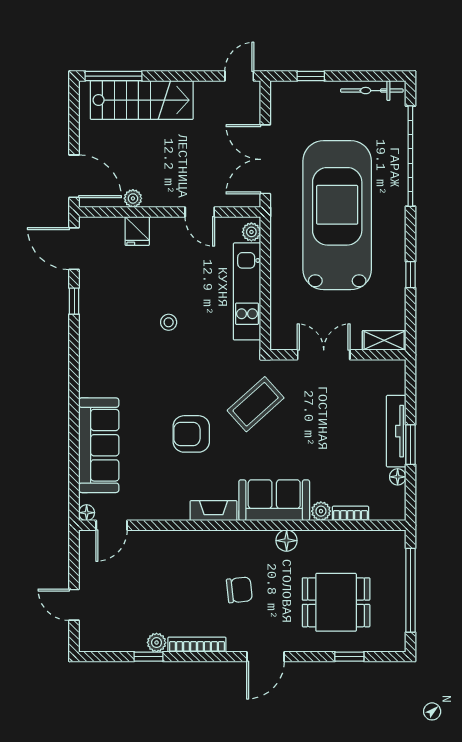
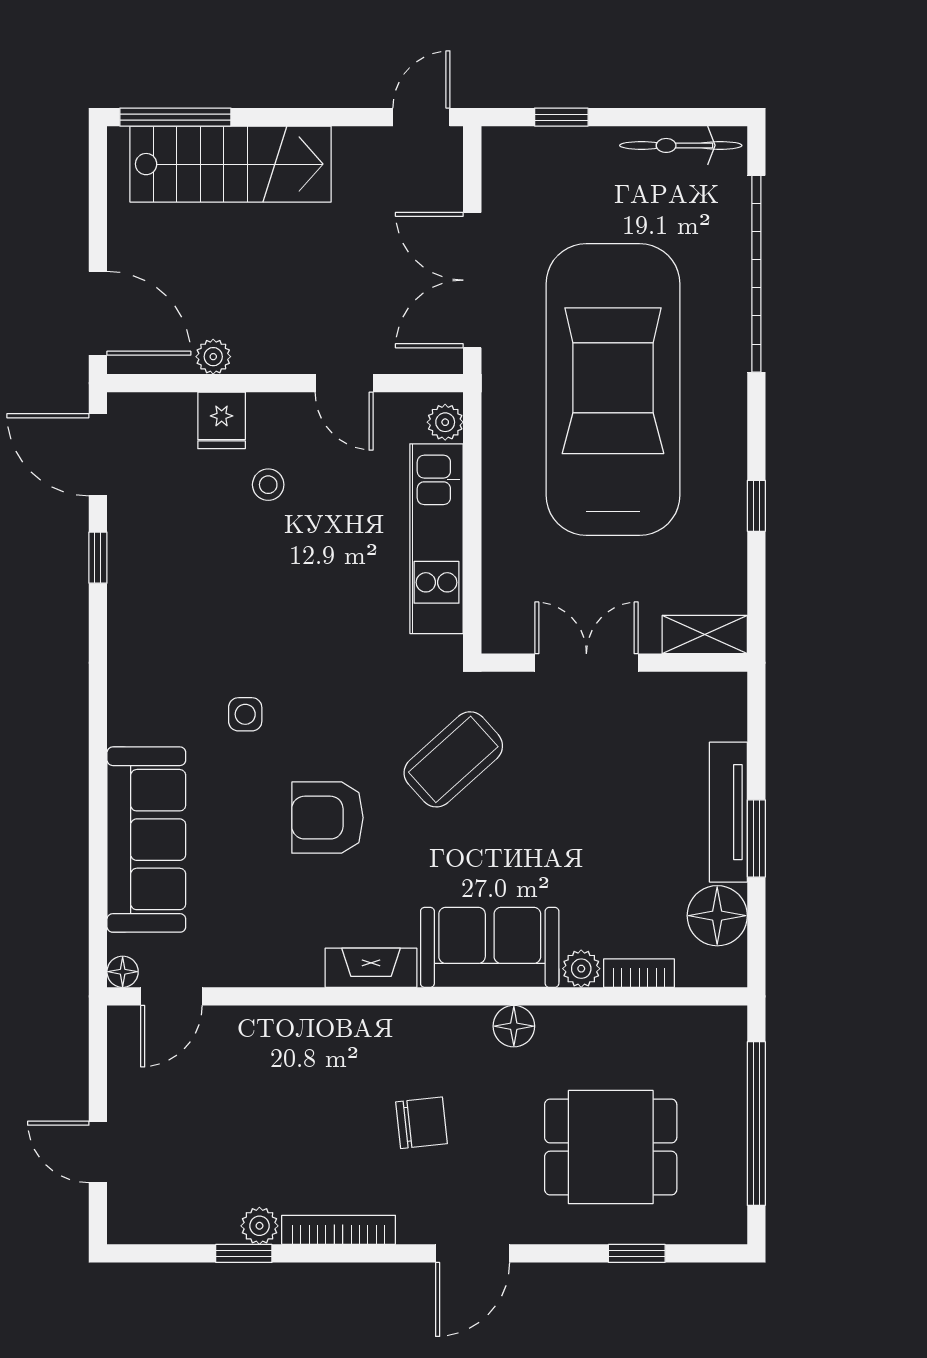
stool: (169, 322) -> (268, 485), moved
side table: (149, 381) -> (245, 714), added
floor lamp: (398, 477) -> (717, 916), width x1.89, depth x1.89

